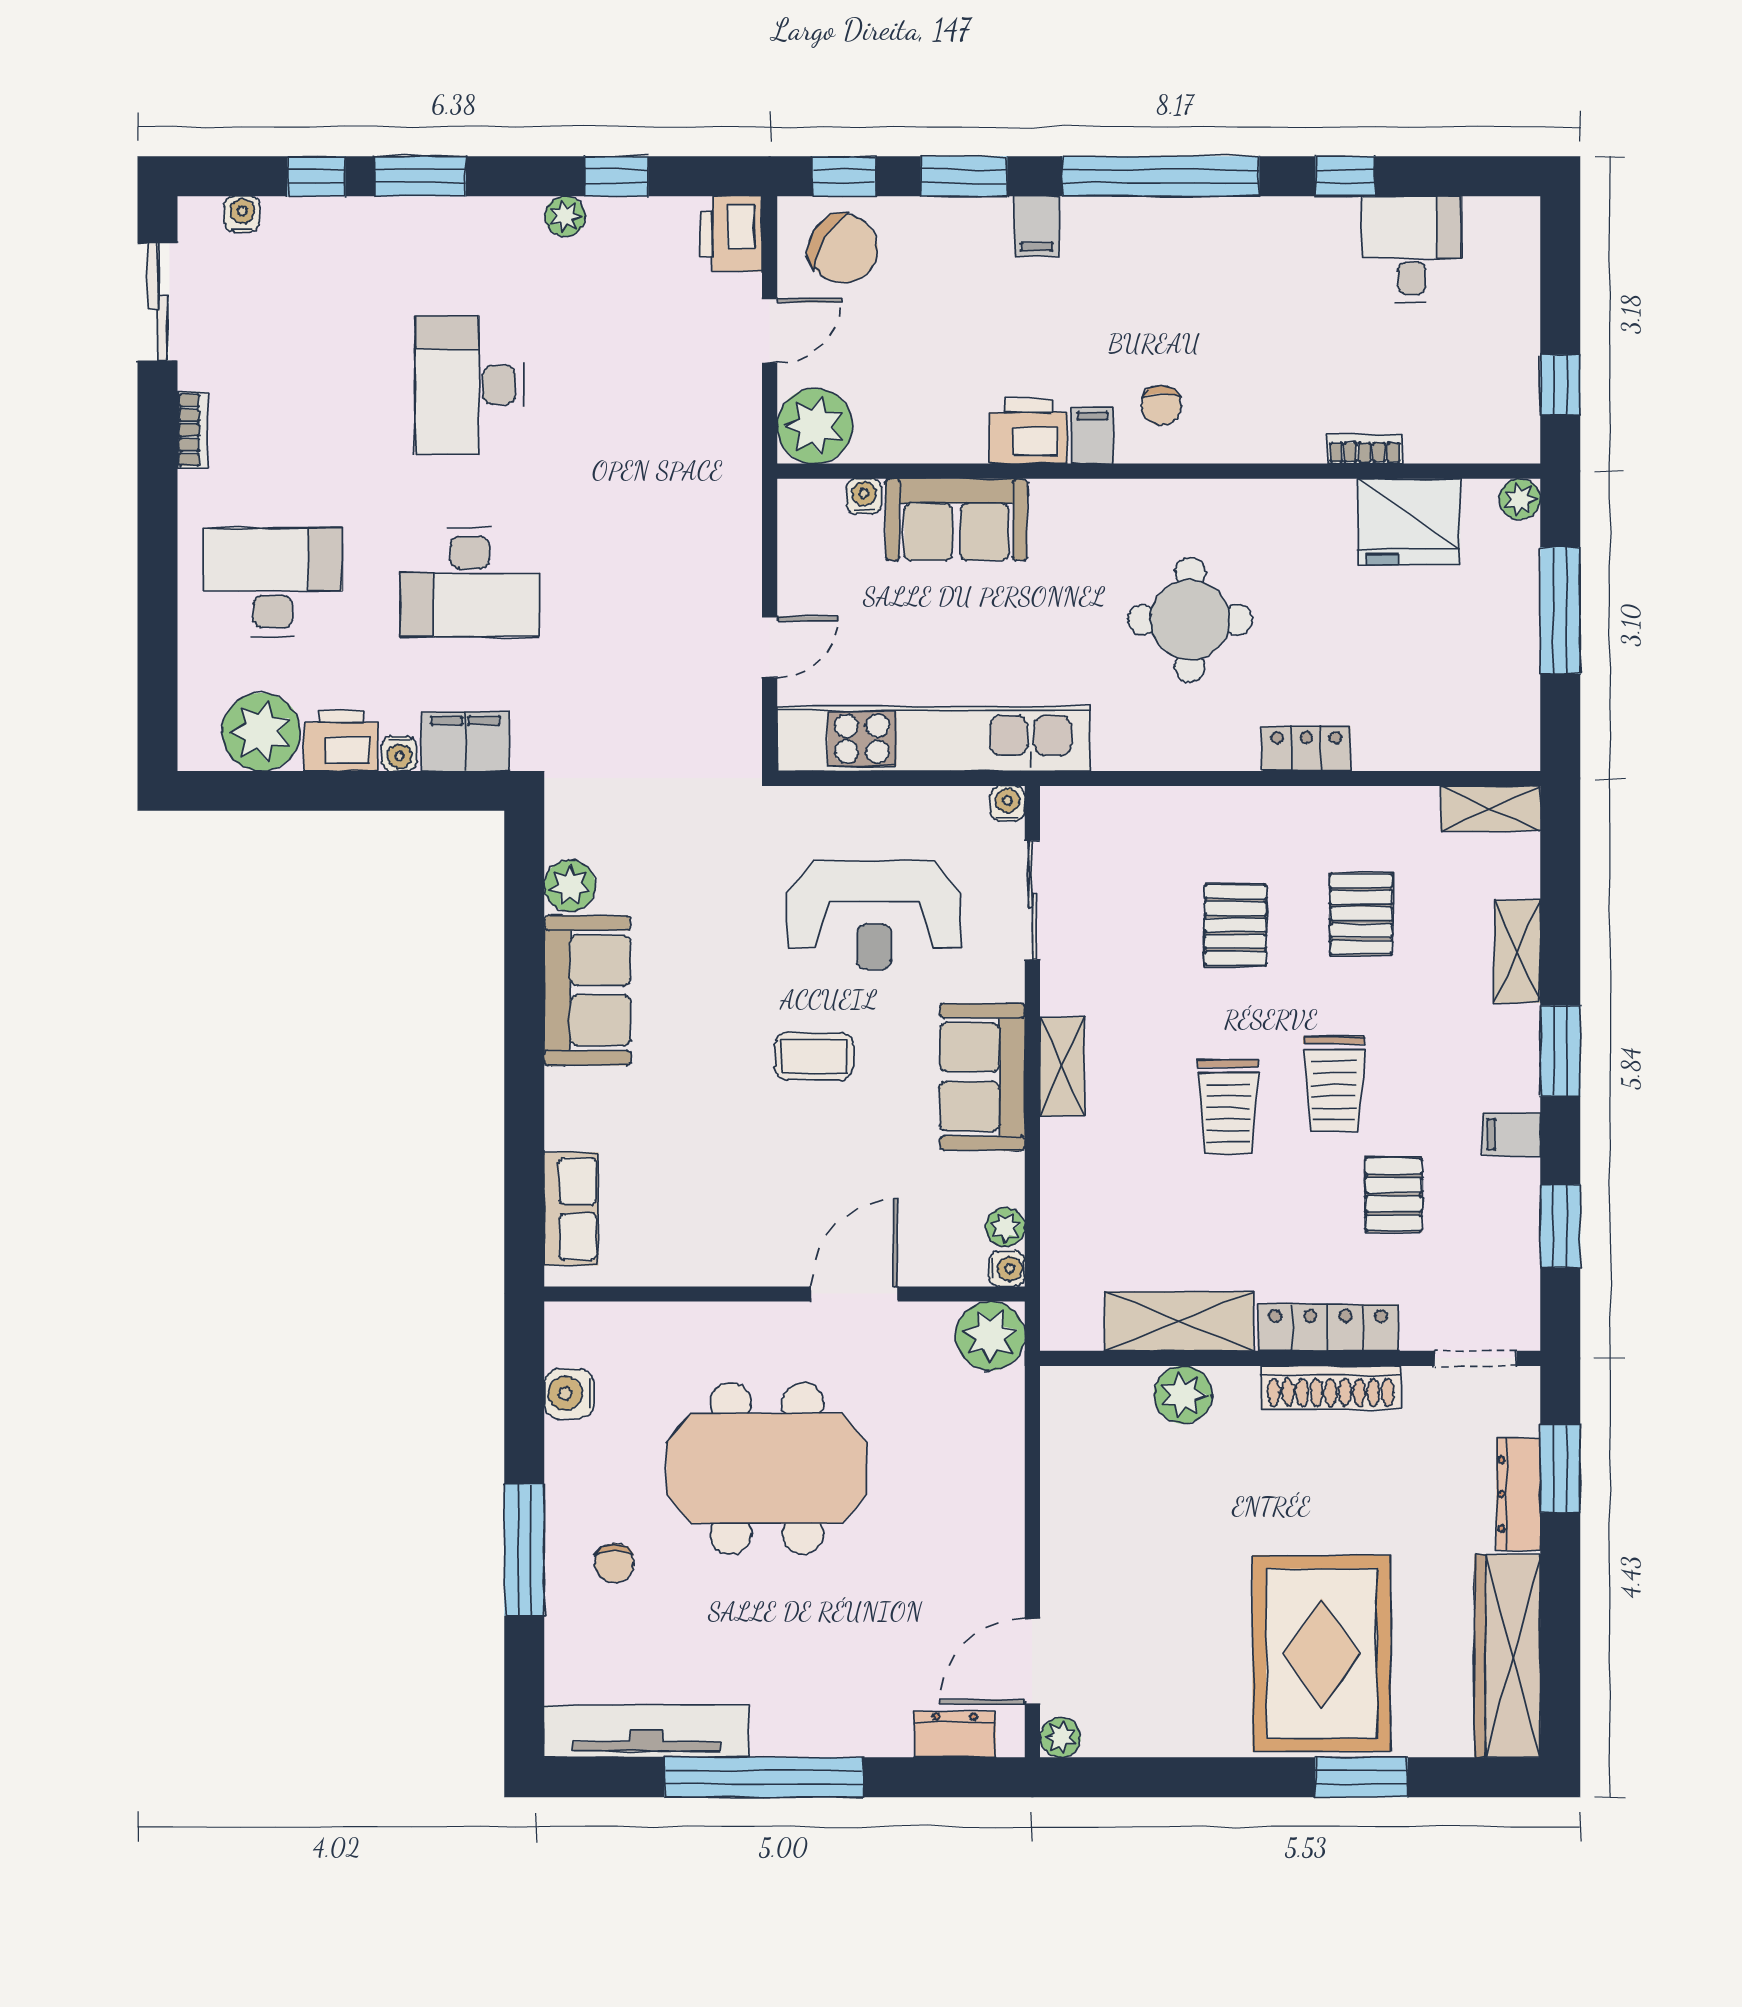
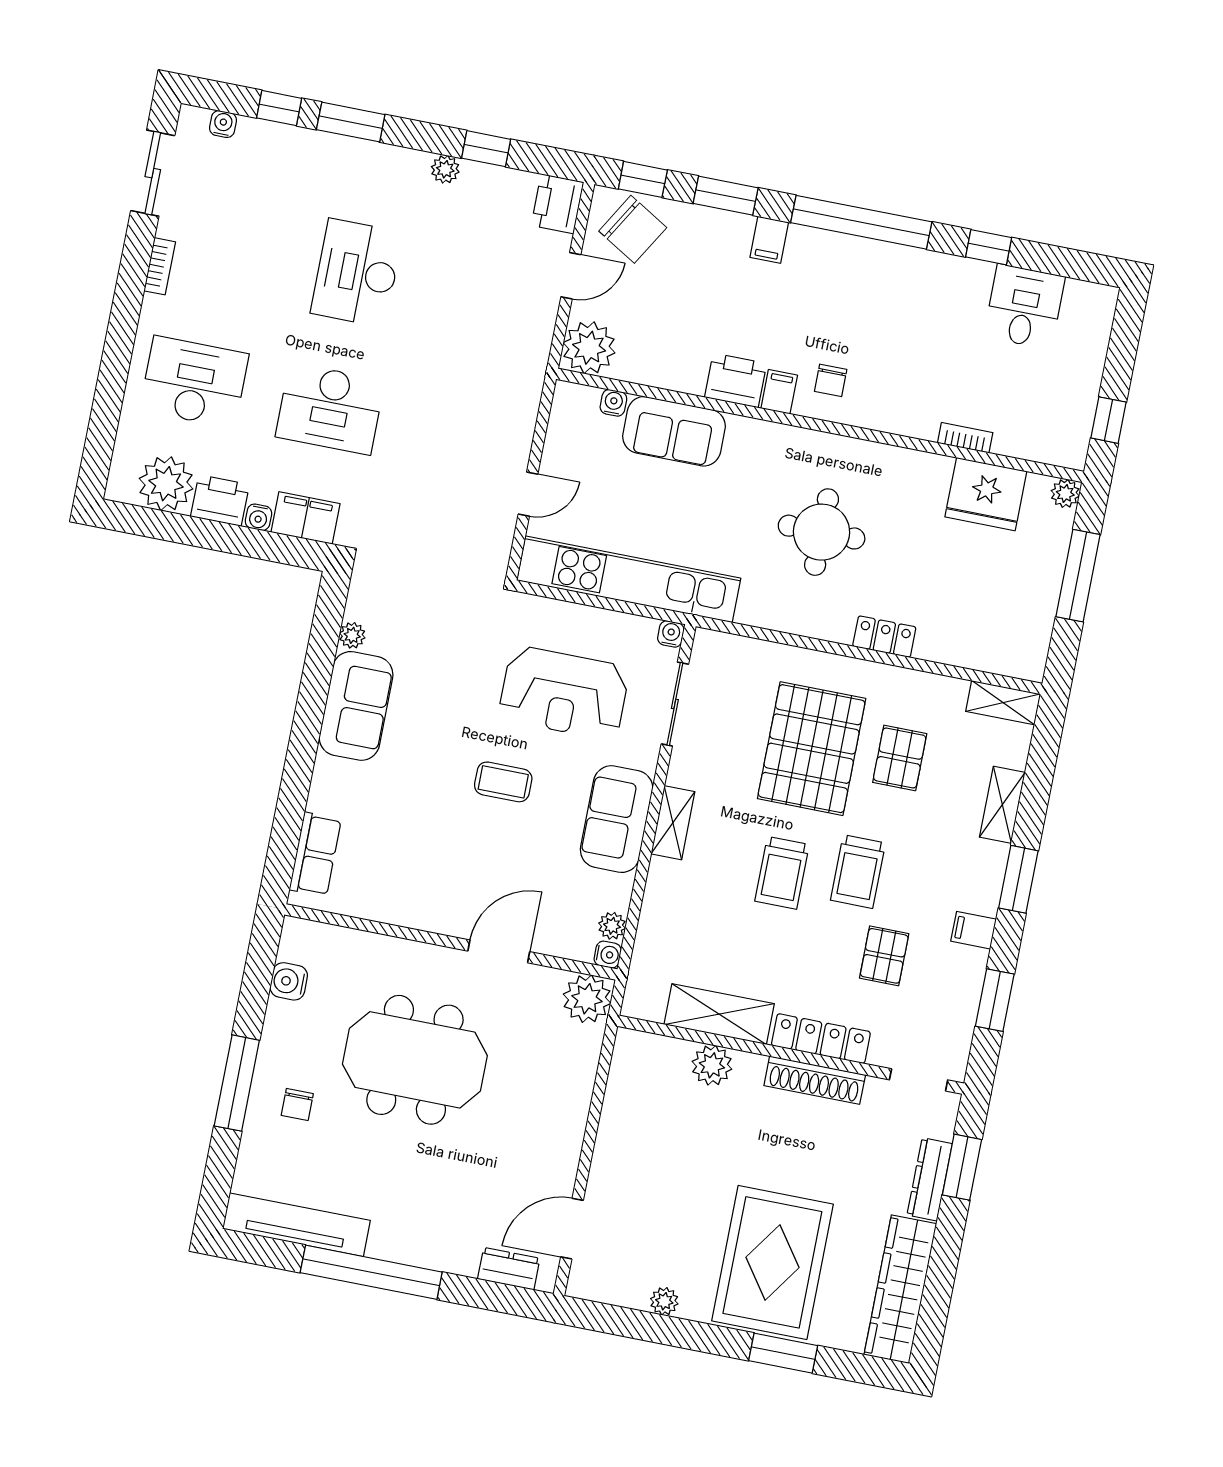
plant: (570, 886) -> (352, 635), width x0.73, depth x0.73
pallet: (1235, 925) -> (812, 749), width x2.05, depth x2.00
plant: (1061, 1737) -> (664, 1301), moved

